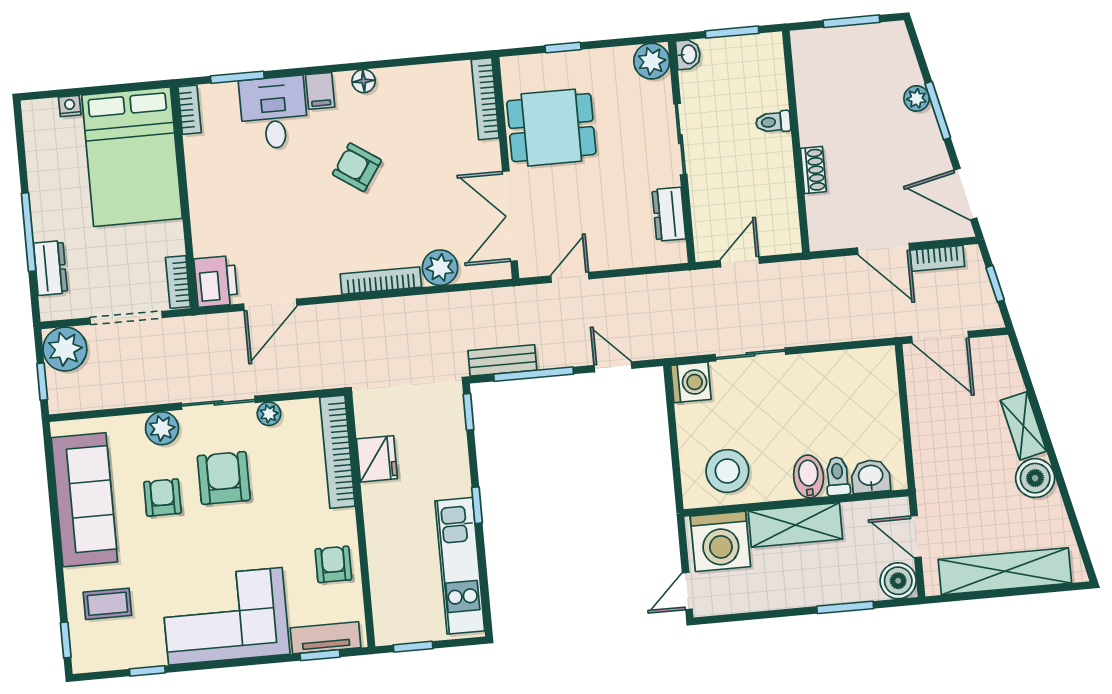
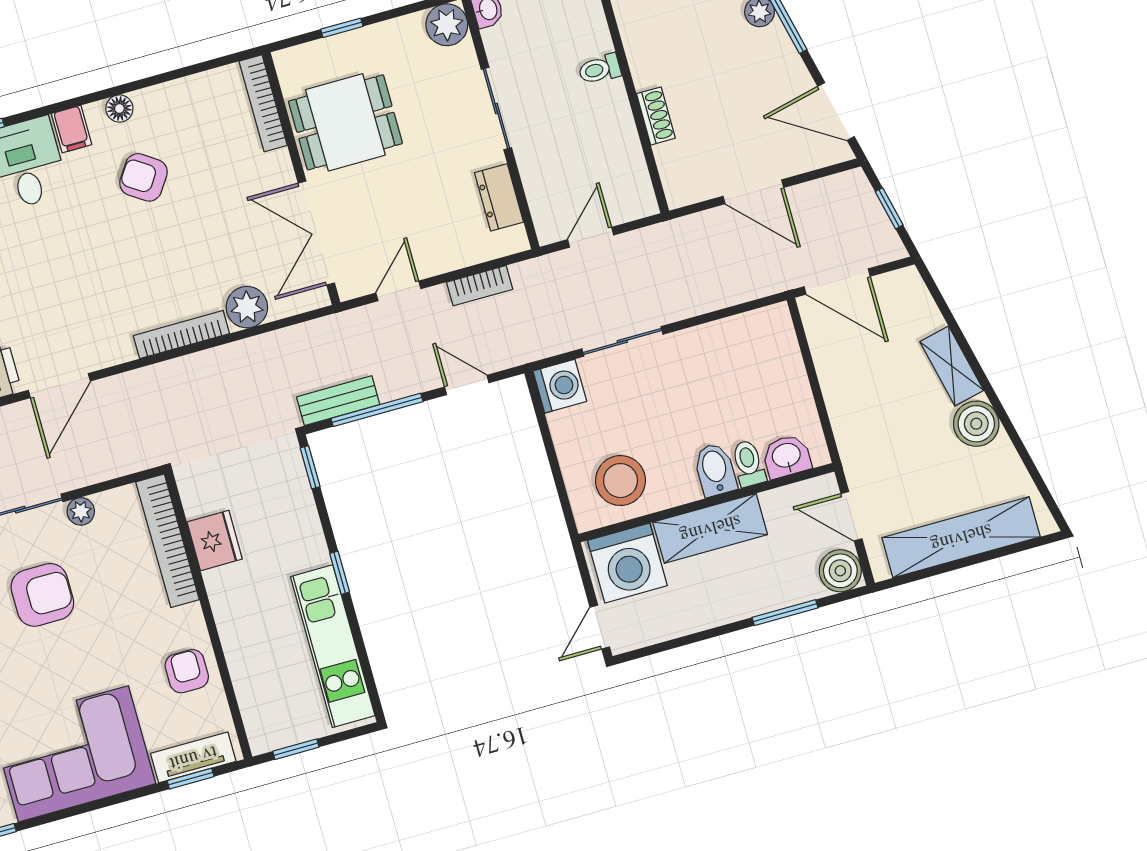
armchair: (357, 167) -> (143, 177), moved
bookcase: (937, 258) -> (480, 286), moved
armchair: (224, 478) -> (42, 595), turned 90

